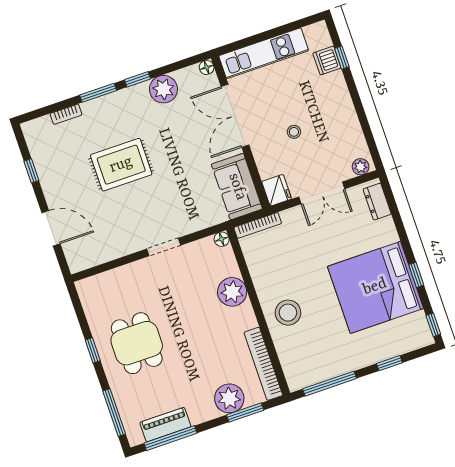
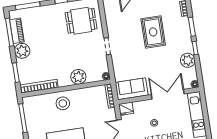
dining table: (137, 343) -> (81, 21), moved
plant: (229, 398) -> (22, 51), moved

